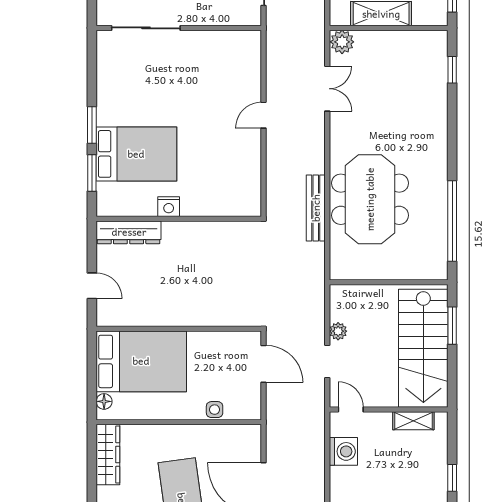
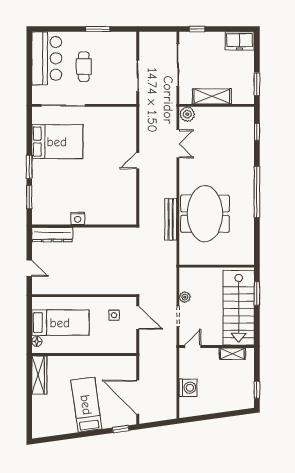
bed: (136, 154) -> (57, 142), moved
window: (452, 221) -> (257, 192), moved
bed: (141, 361) -> (60, 323), width x0.67
door: (351, 409) -> (193, 347), hinge flipped
side table: (215, 410) -> (114, 315), moved
washing machine: (343, 451) -> (188, 388), moved

